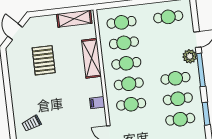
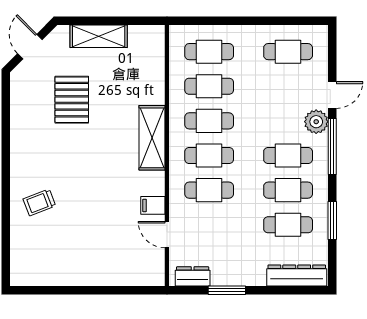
shelving: (74, 19) -> (99, 36), moved
shelving: (91, 58) -> (152, 138), moved
filing cabinet: (97, 103) -> (153, 205), moved

